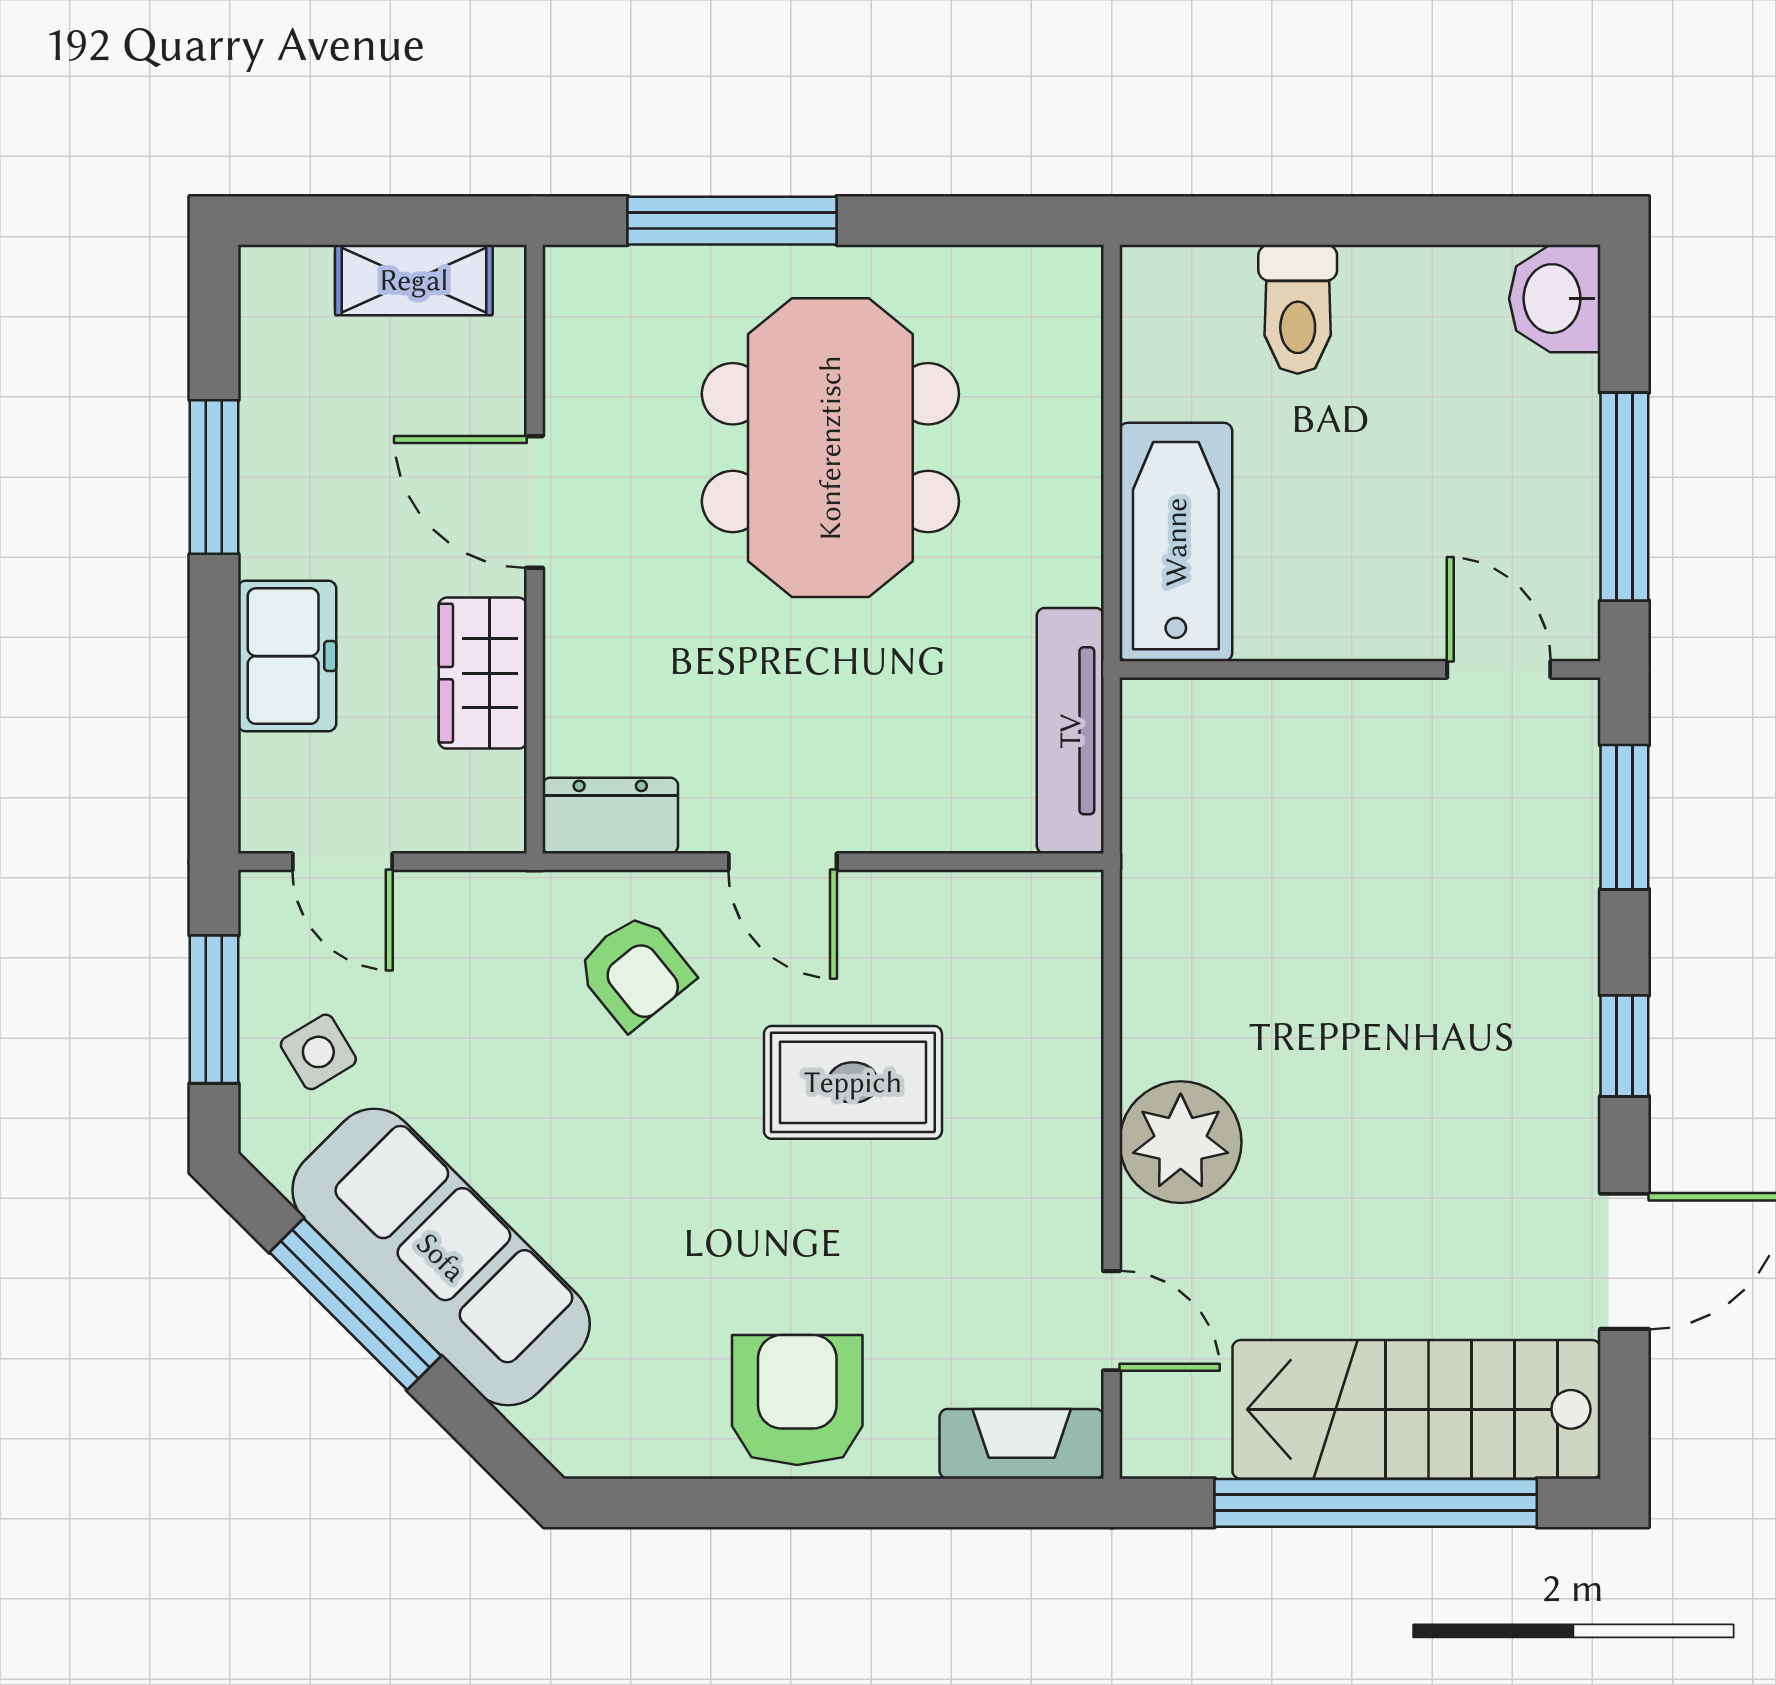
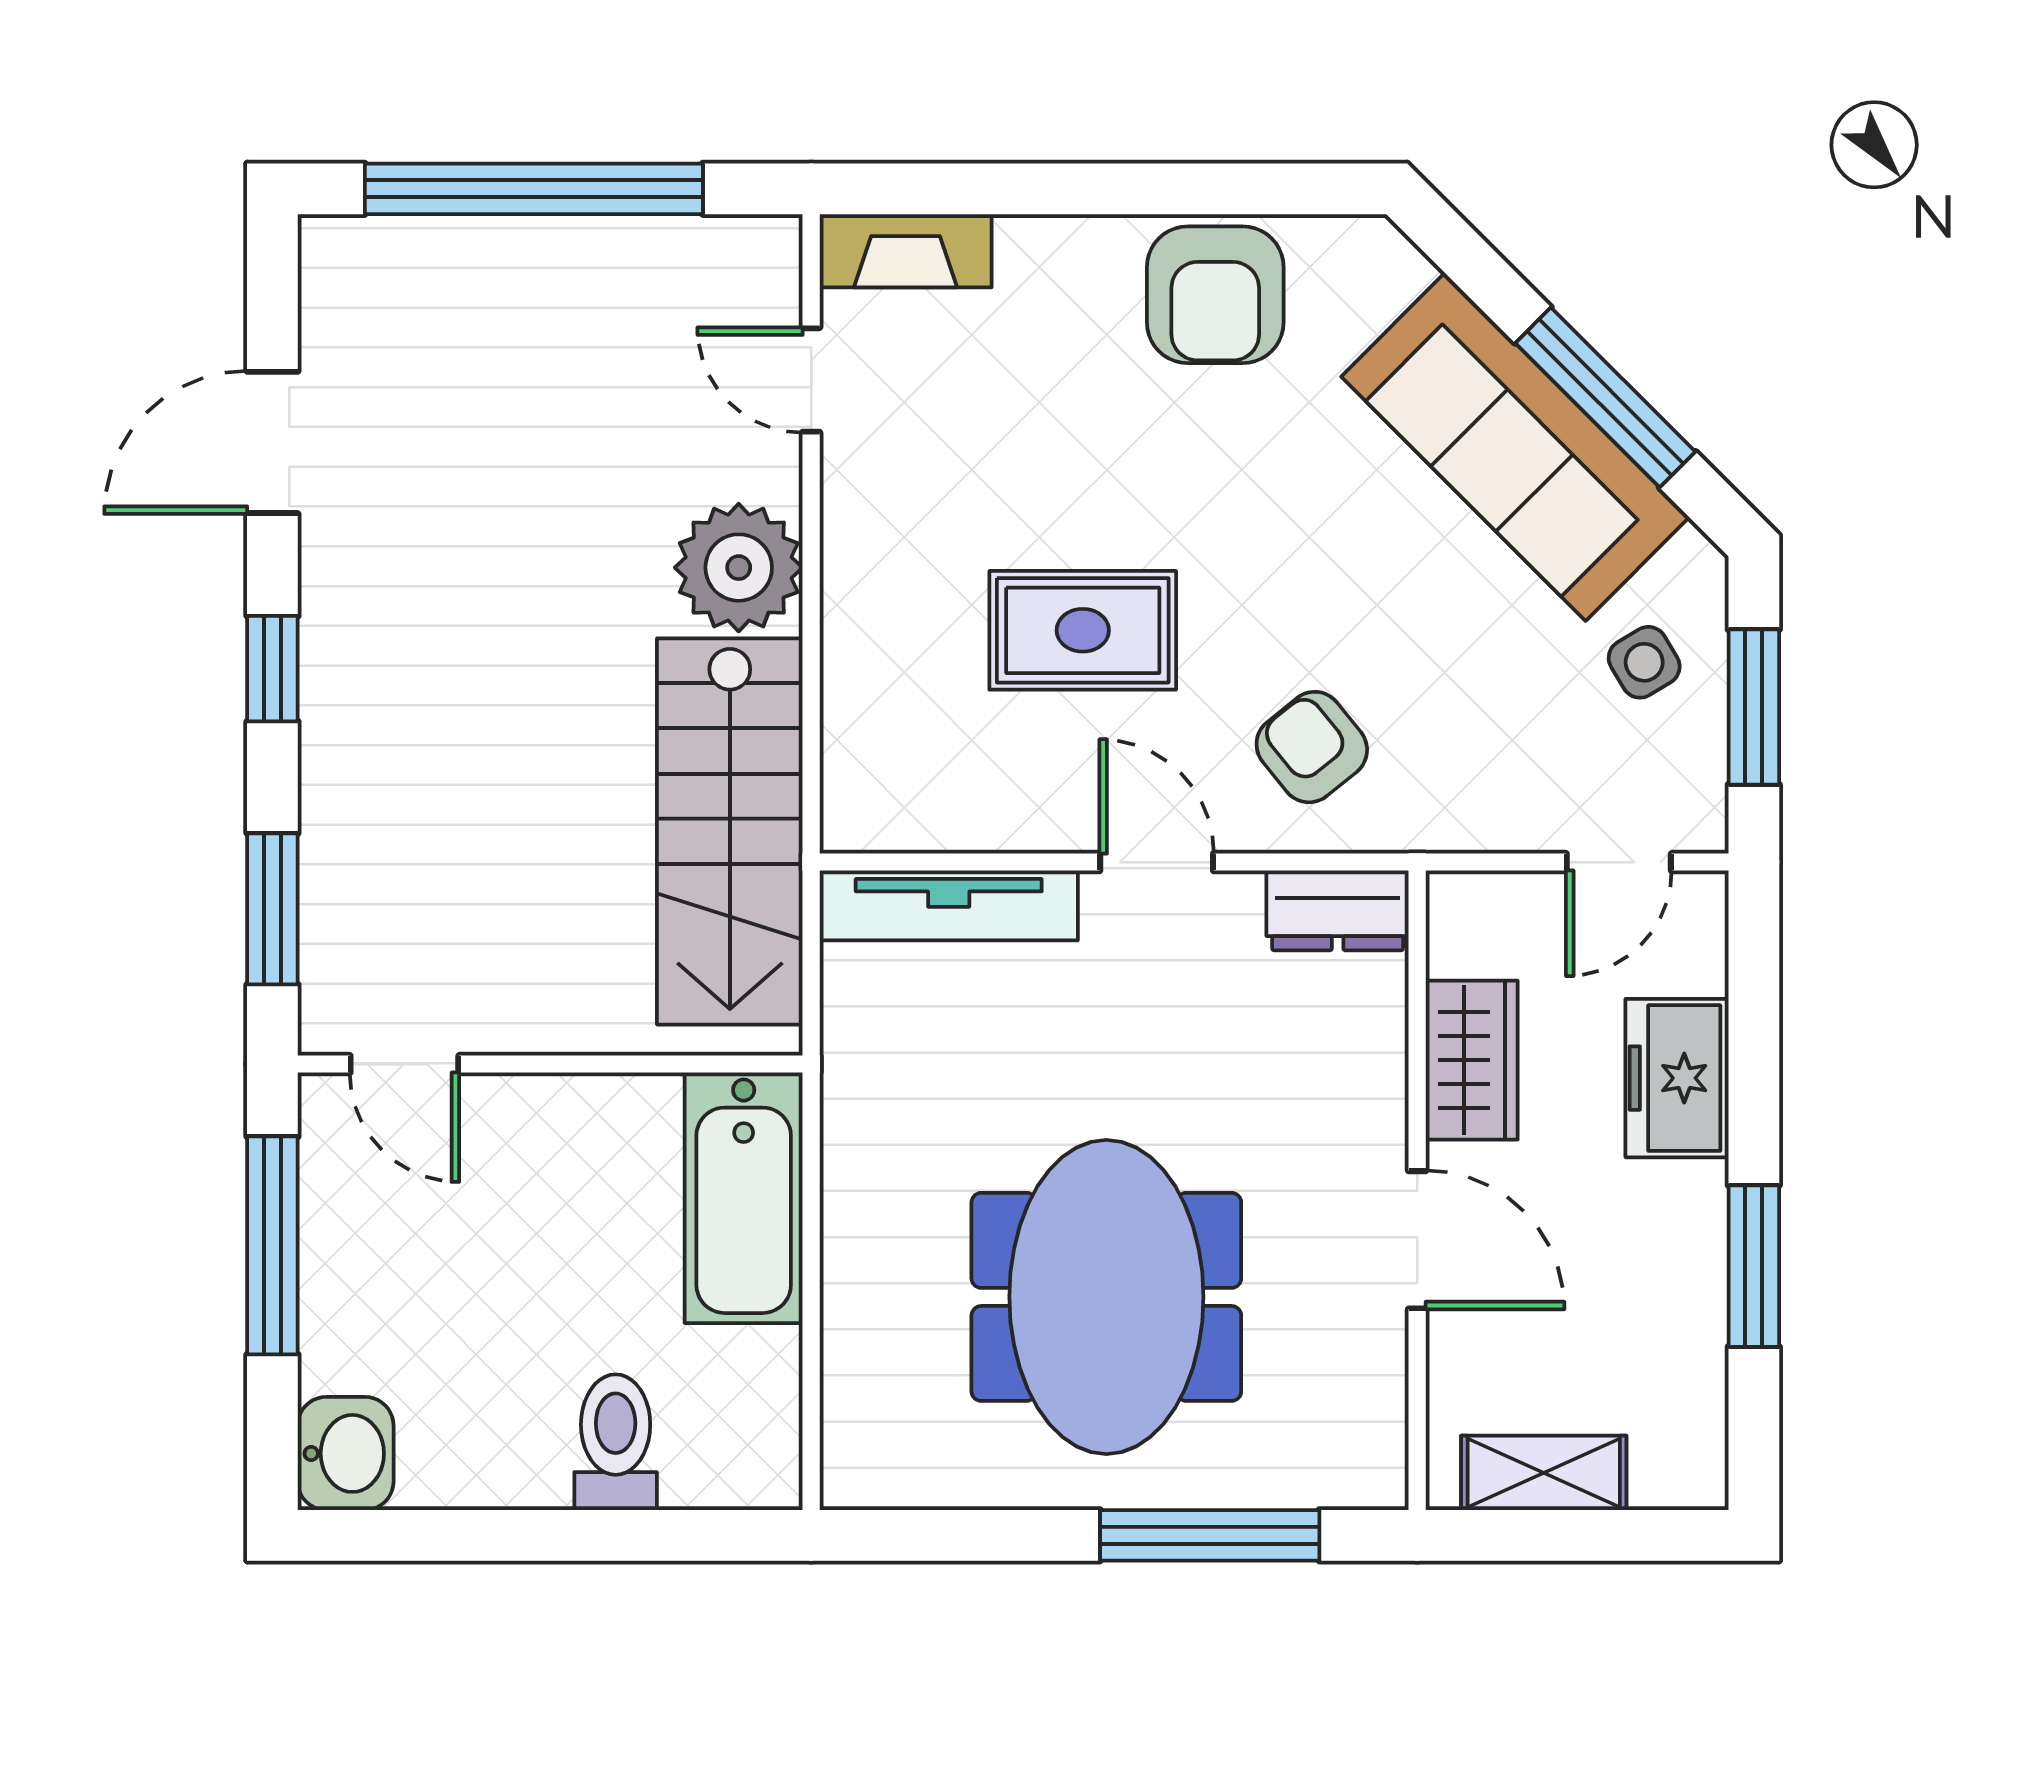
tv unit: (1070, 731) -> (949, 905), moved, turned 90
door: (342, 862) -> (1619, 862), swing flipped
armchair: (797, 1400) -> (1215, 295), moved
stairs: (1416, 1409) -> (730, 831), moved, turned 90

